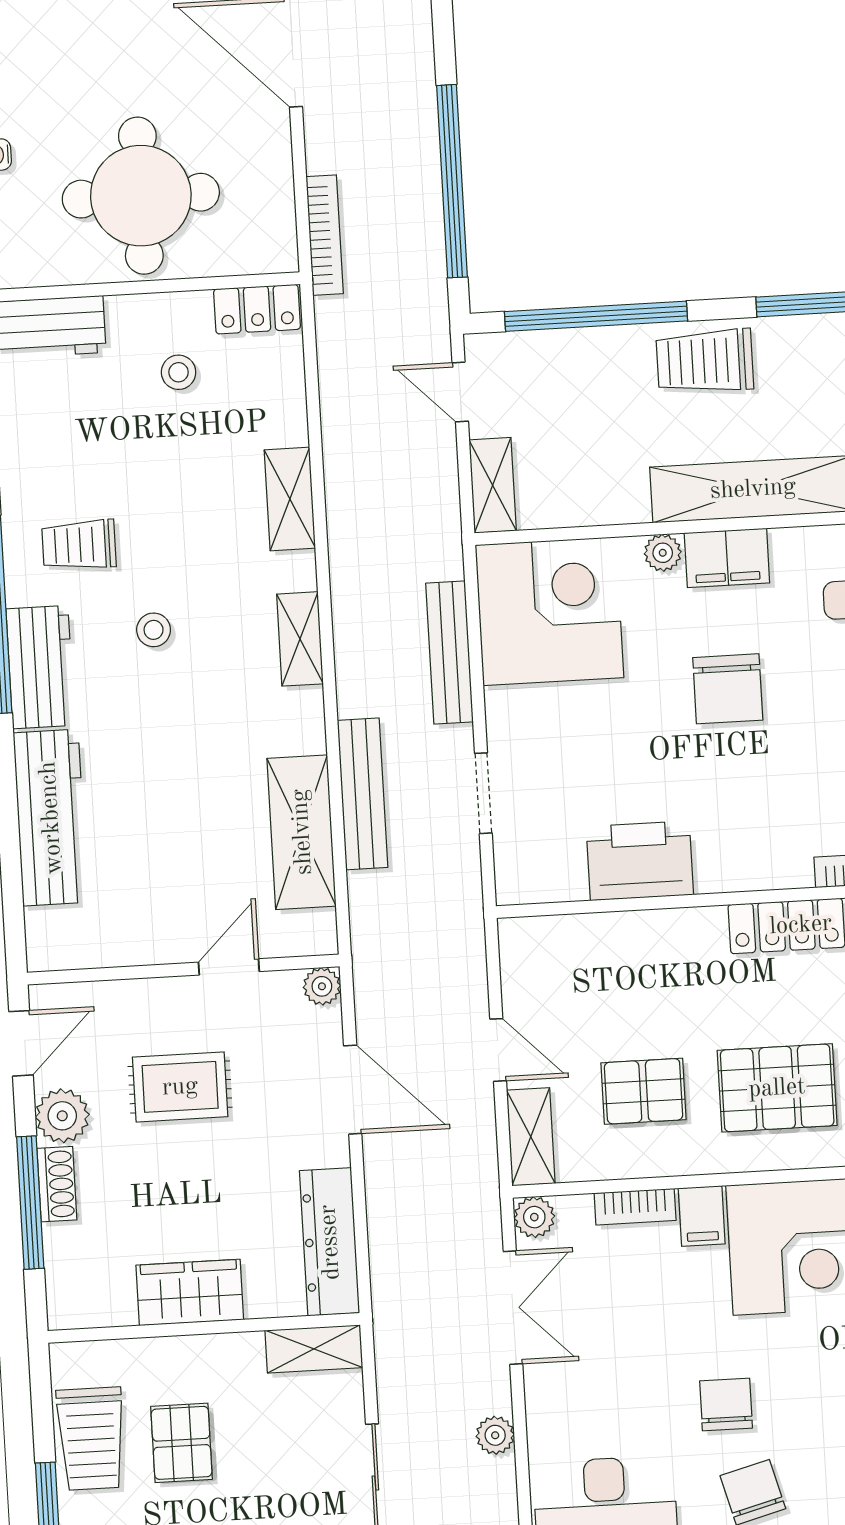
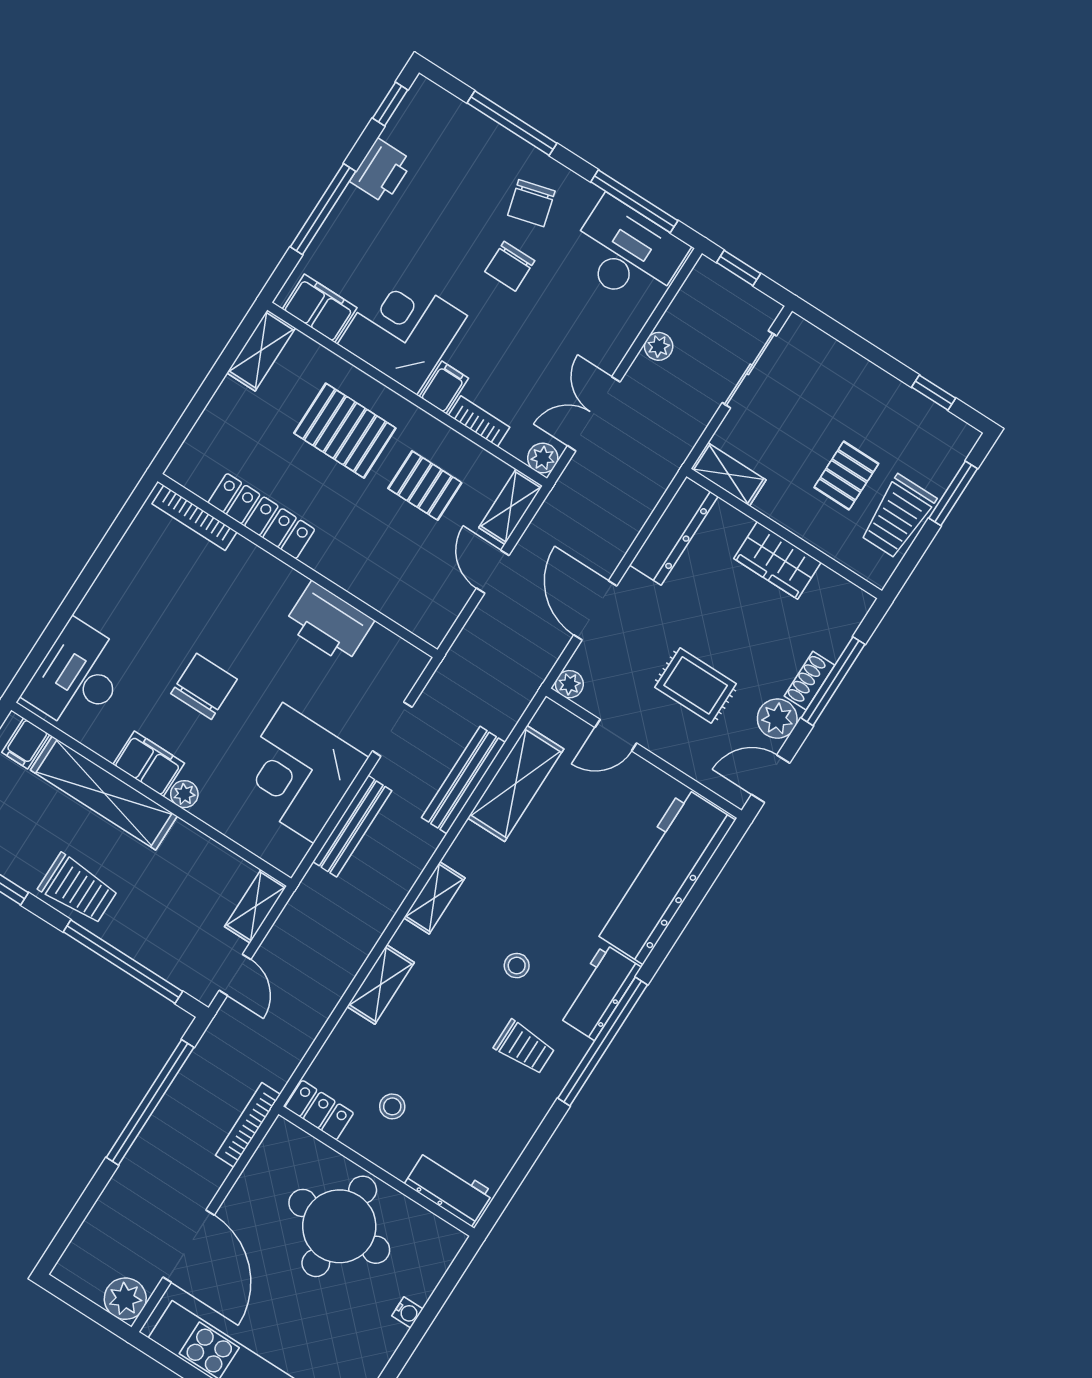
corner desk: (549, 611) -> (298, 773), moved
workbench: (51, 818) -> (663, 876), width x1.36, depth x1.32
trolley: (91, 1439) -> (898, 516), turned 180

